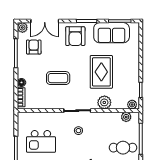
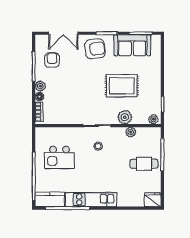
plant: (22, 27) -> (40, 86), moved
armchair: (75, 36) -> (95, 49), turned -97
rug: (101, 72) -> (122, 86), turned 90
coffee table: (58, 78) -> (77, 92), removed
plant: (126, 117) -> (131, 132), moved

